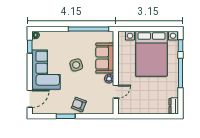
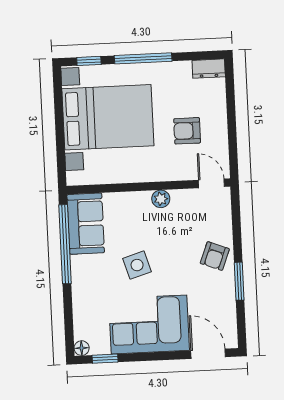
sofa: (105, 58) -> (86, 224), moved, turned -90
door: (116, 92) -> (211, 183), moved
armchair: (143, 93) -> (187, 131), added

